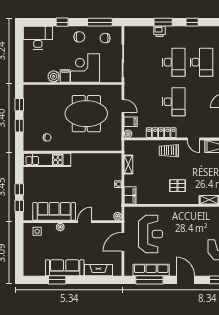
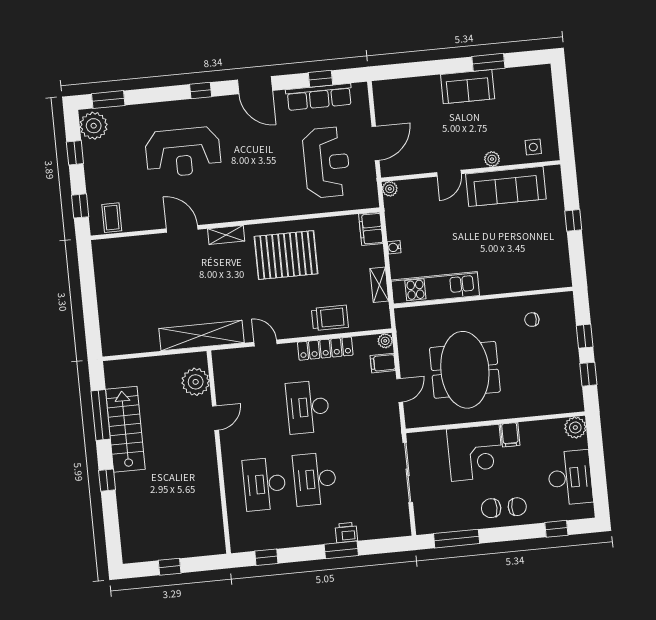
window: (62, 22) -> (556, 529), moved
window: (192, 22) -> (266, 557), moved
desk: (38, 38) -> (570, 478), moved, turned -90
chair: (105, 38) -> (517, 507), moved
plant: (54, 76) -> (575, 427), moved
door: (123, 106) -> (400, 390), swing flipped
meeting table: (86, 114) -> (465, 370), turned 90
trolley: (169, 151) -> (330, 318), moved
kitchen unit: (47, 160) -> (435, 288), moved
pallet: (178, 186) -> (286, 255), width x2.05, depth x2.00
window: (19, 206) -> (570, 190), removed
reception desk: (151, 234) -> (326, 162), turned 180
sofa: (65, 268) -> (468, 87), width x0.73
fireplace: (98, 270) -> (415, 87), removed
window: (149, 280) -> (321, 79), width x0.46

